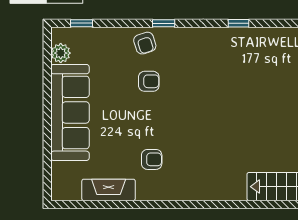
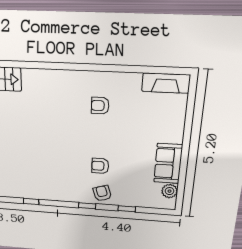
window: (82, 23) -> (127, 209), moved
sofa: (70, 112) -> (168, 164), width x0.54, depth x0.79
fireplace: (109, 190) -> (166, 83), moved

